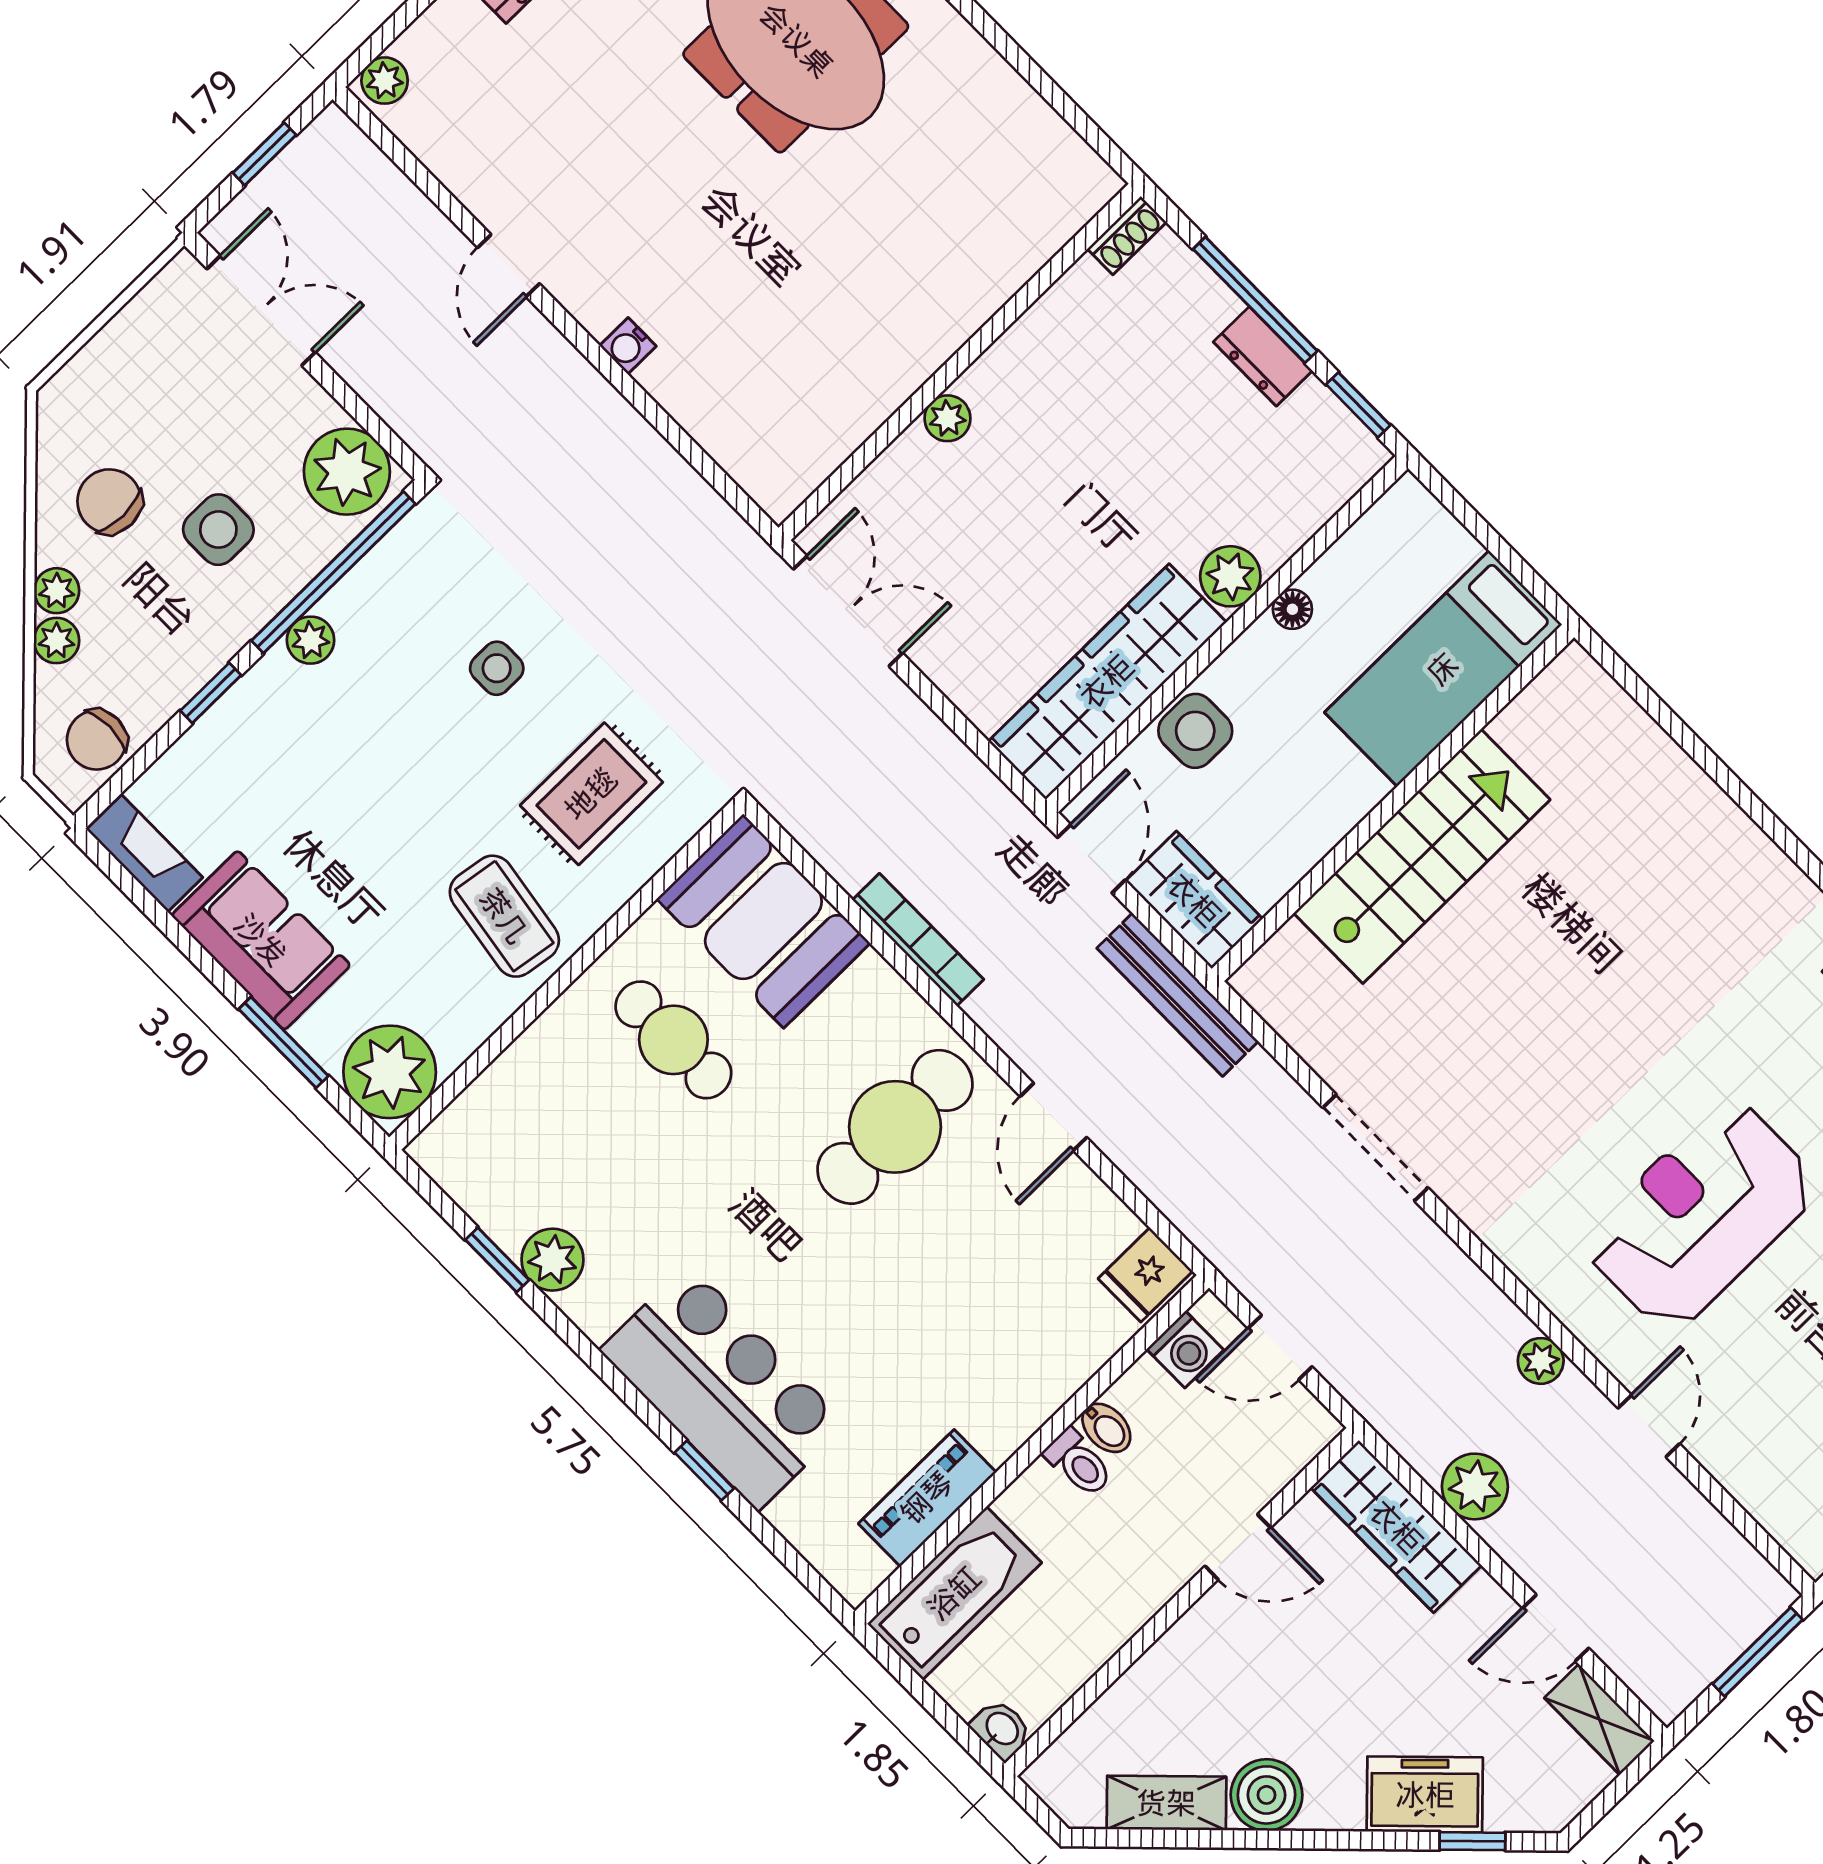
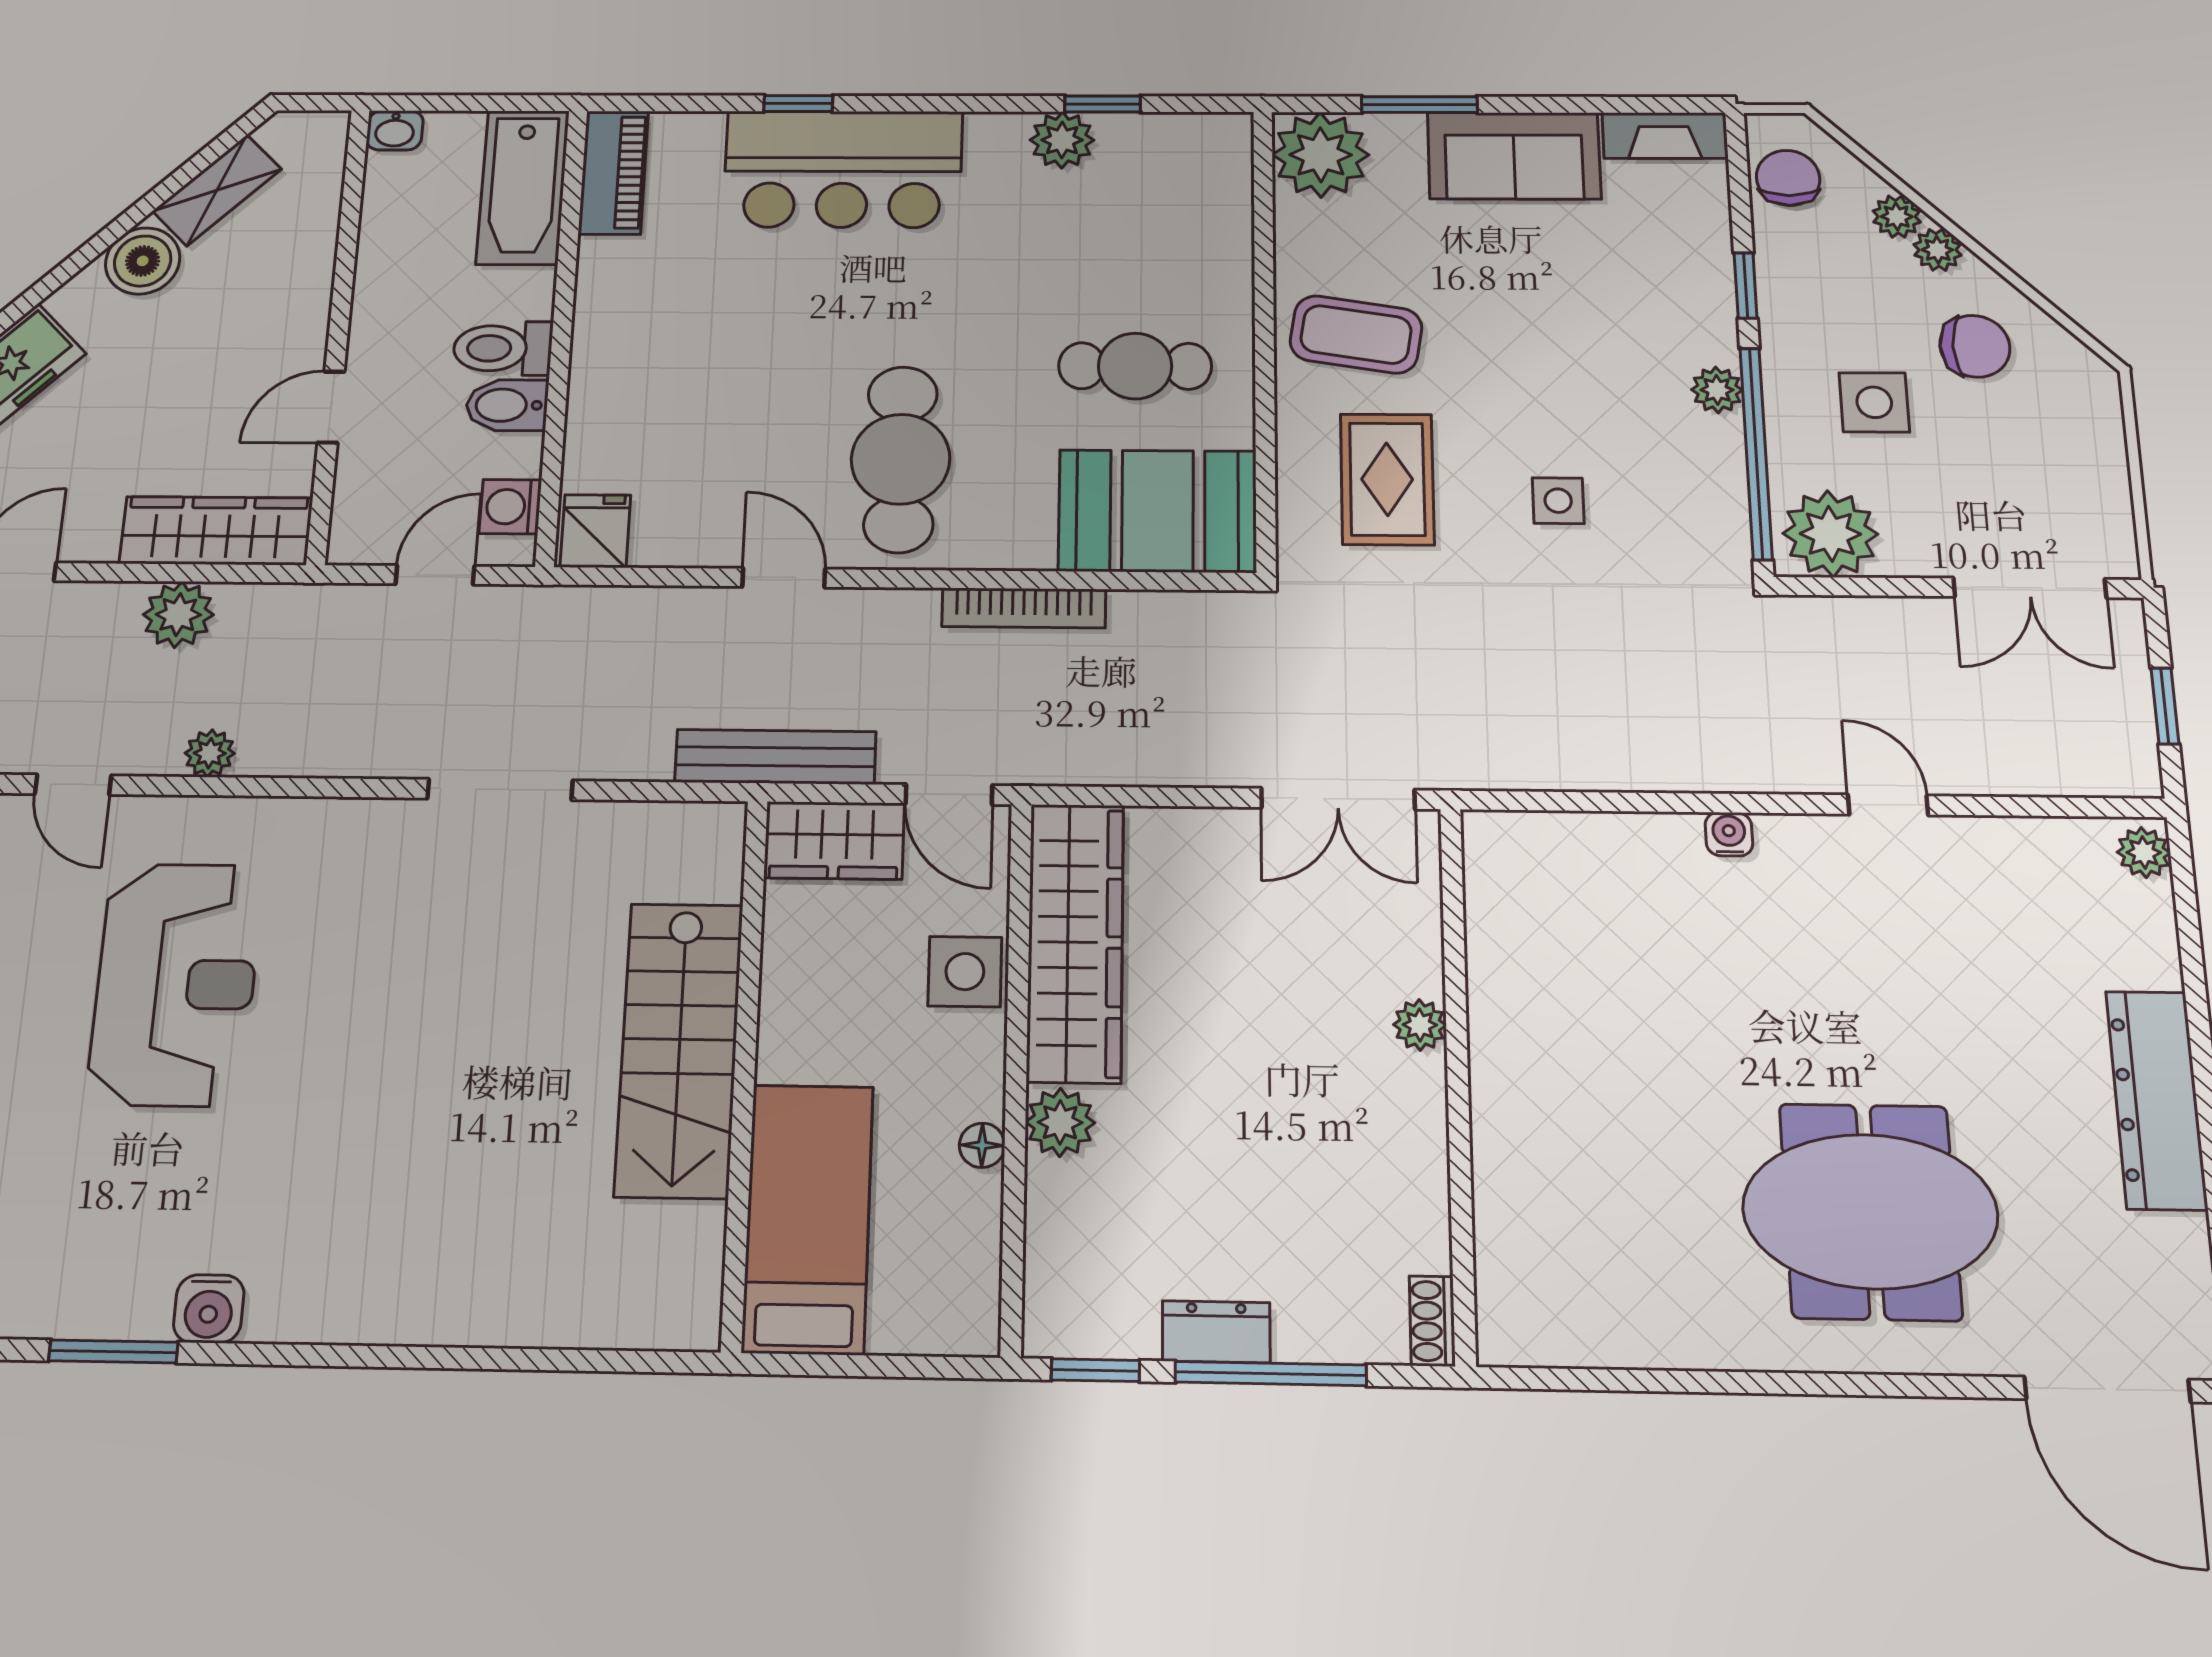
bidet: (1106, 1428) -> (507, 405), width x1.38, depth x1.36
toilet: (1079, 1463) -> (503, 348), width x1.37, depth x1.39
piano: (927, 1498) -> (613, 172), moved

